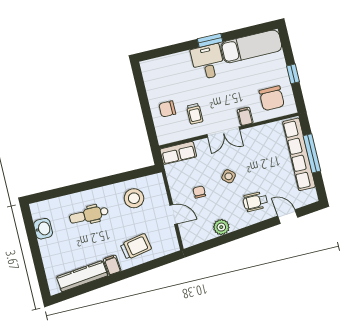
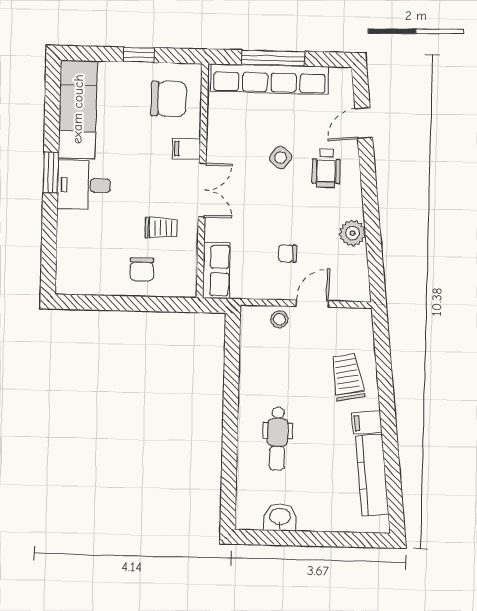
side table: (229, 176) -> (281, 158), moved
stool: (134, 198) -> (279, 319), moved, width x0.53, depth x0.53

